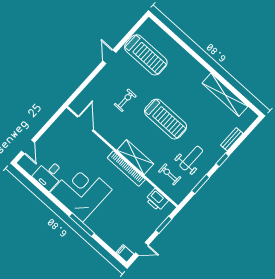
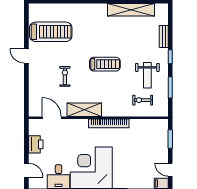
treadmill: (166, 119) -> (105, 64), width x0.73, depth x0.73
shelving: (135, 157) -> (84, 110), moved
weight bench: (191, 158) -> (147, 75), turned 180
printer: (157, 200) -> (36, 144), moved, turned -90
door: (142, 249) -> (170, 170), swing flipped

